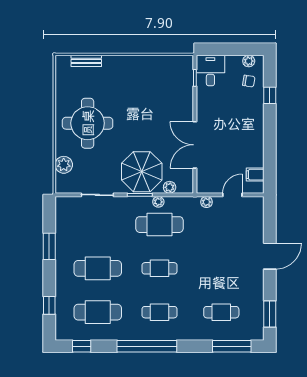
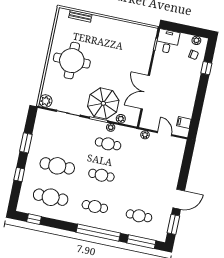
plant: (64, 165) -> (46, 101), moved
door: (232, 195) -> (165, 134), hinge flipped
cafe table: (159, 225) -> (108, 144), width x0.73, depth x0.74
door: (270, 256) -> (179, 199), moved
window: (49, 305) -> (19, 175), moved
window: (147, 346) -> (98, 233), moved

